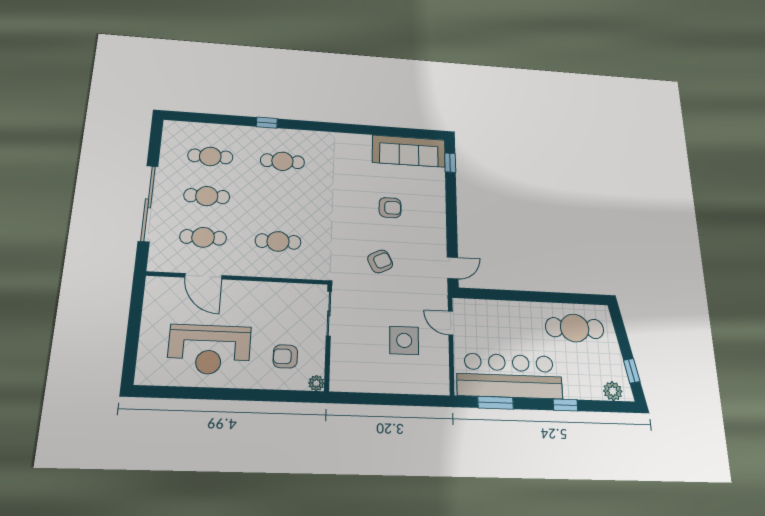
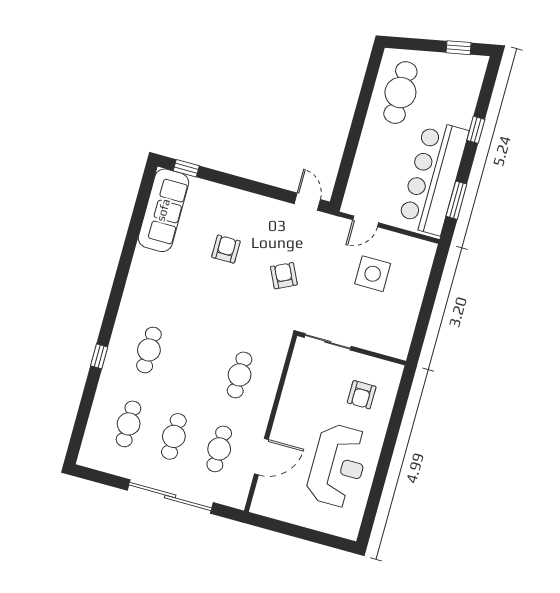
plant: (316, 383) -> (395, 371), removed
plant: (613, 391) -> (474, 76), removed

